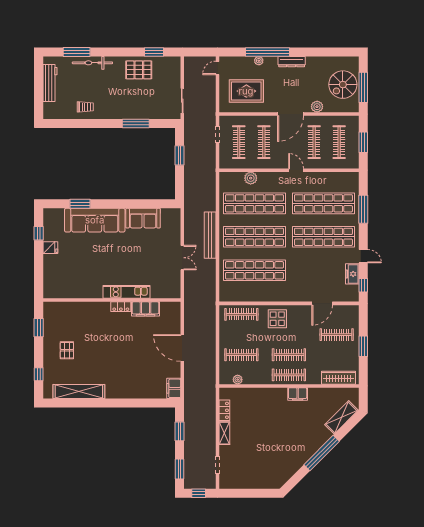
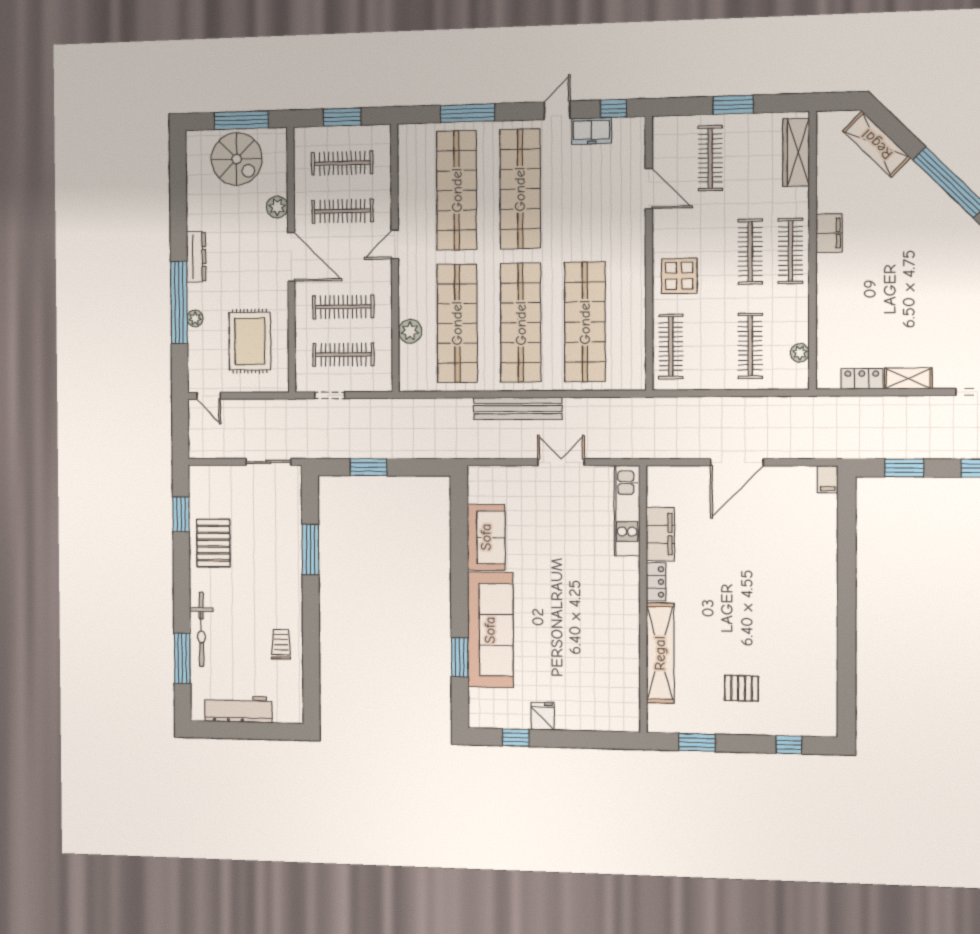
kitchen unit: (127, 292) -> (627, 511), moved
filing cabinet: (174, 388) -> (828, 479), width x0.50
shelving: (79, 392) -> (660, 653), moved

